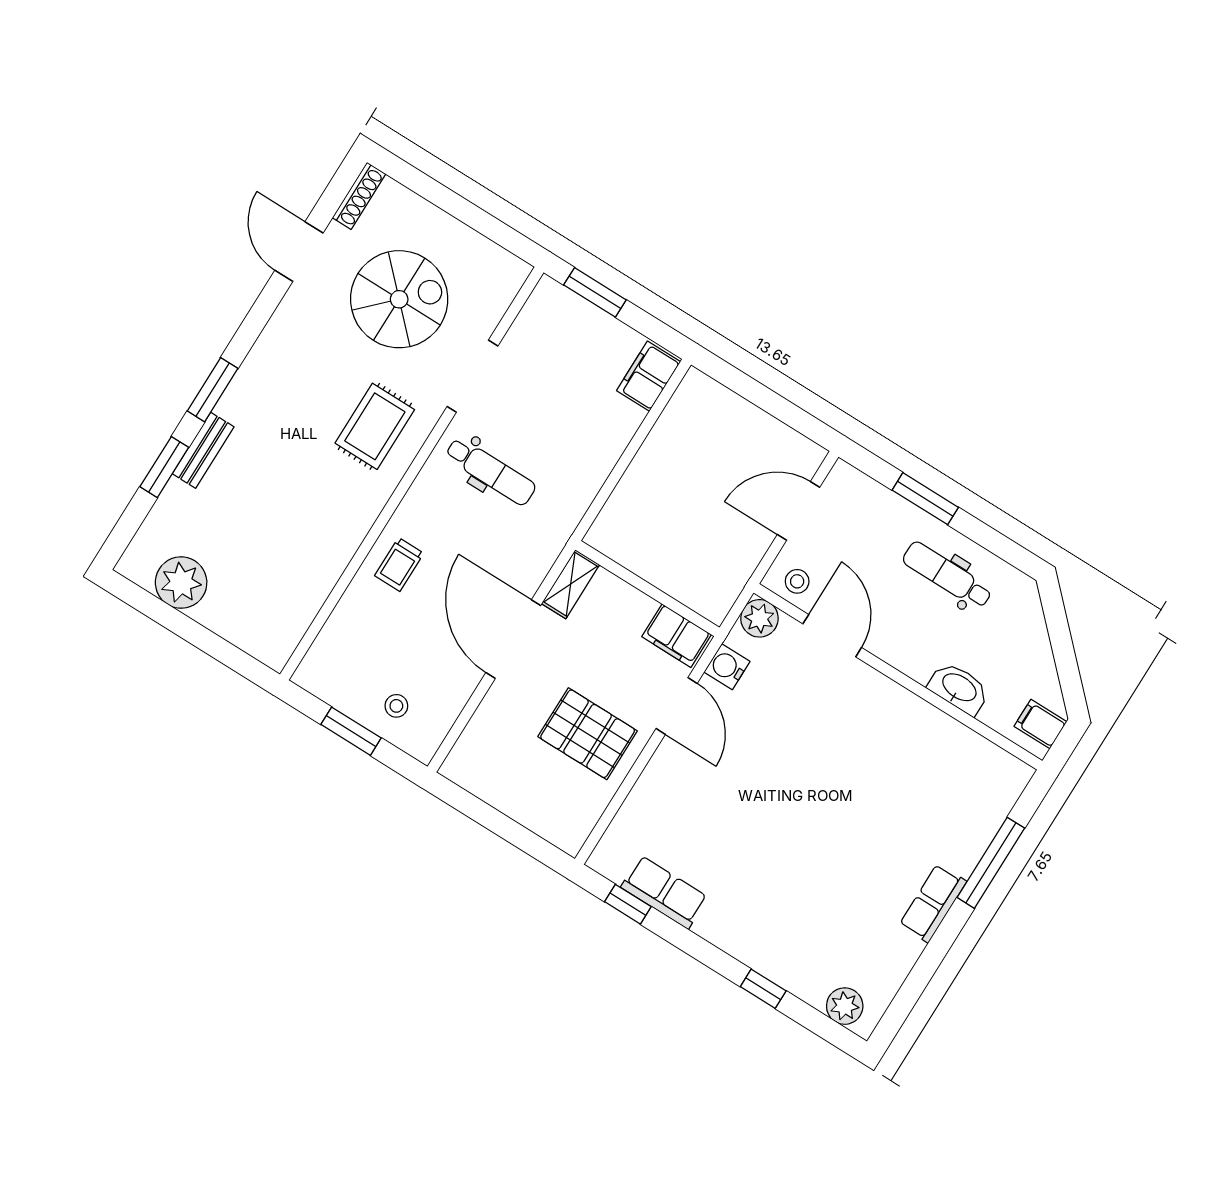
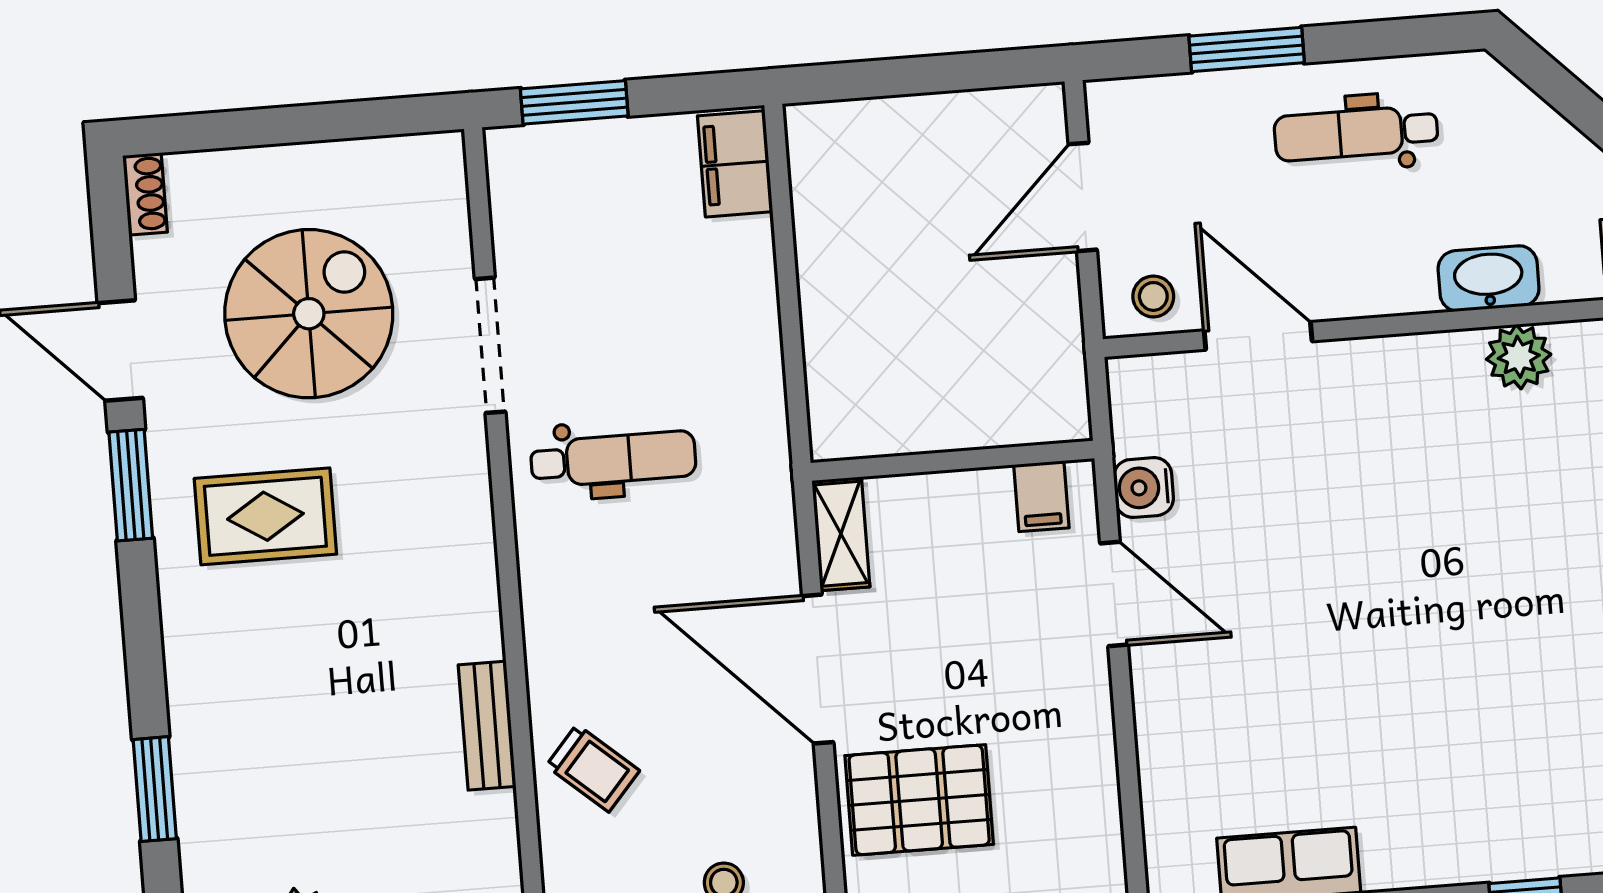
shoe rack: (359, 196) -> (145, 194), width x0.70
window: (213, 390) -> (131, 485), moved
rug: (375, 426) -> (265, 516), moved, turned 90
bench: (203, 450) -> (487, 726), moved
trolley: (399, 564) -> (593, 768), moved, turned -49
plant: (759, 618) -> (1519, 357), moved
filing cabinet: (677, 636) -> (1041, 496), width x0.50
pallet: (588, 734) -> (919, 800), moved

